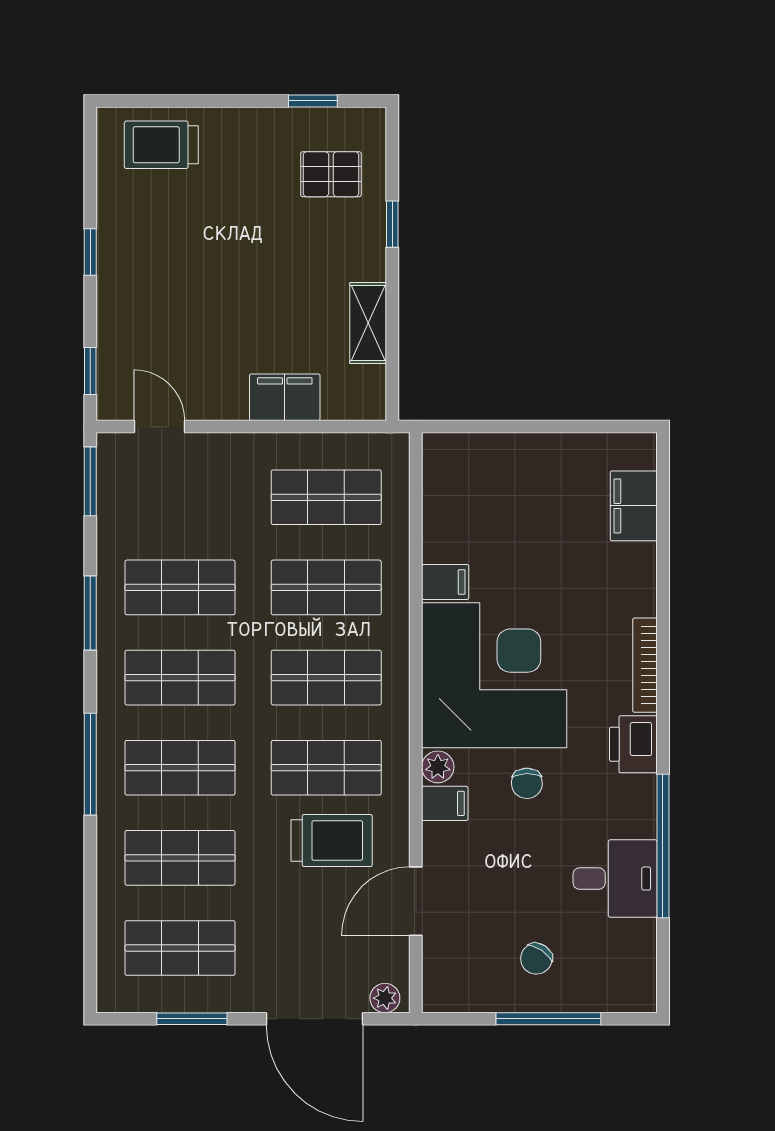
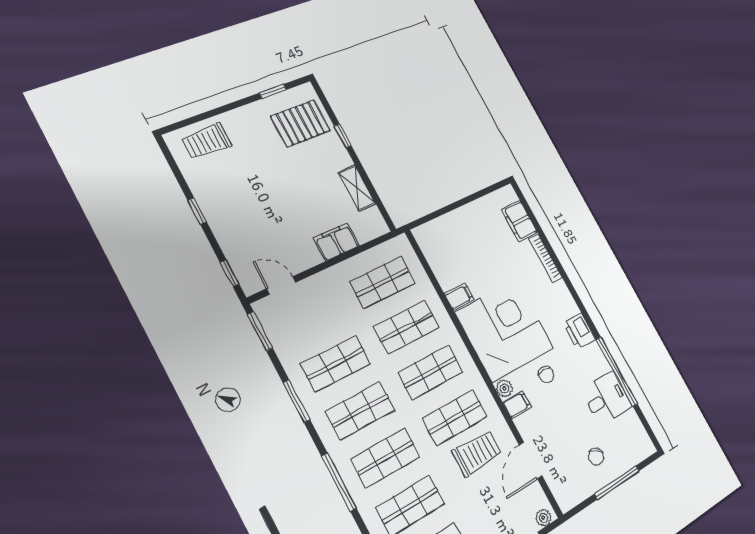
pallet: (331, 174) -> (301, 123), width x1.50, depth x1.42
bookcase: (645, 665) -> (545, 258), moved

